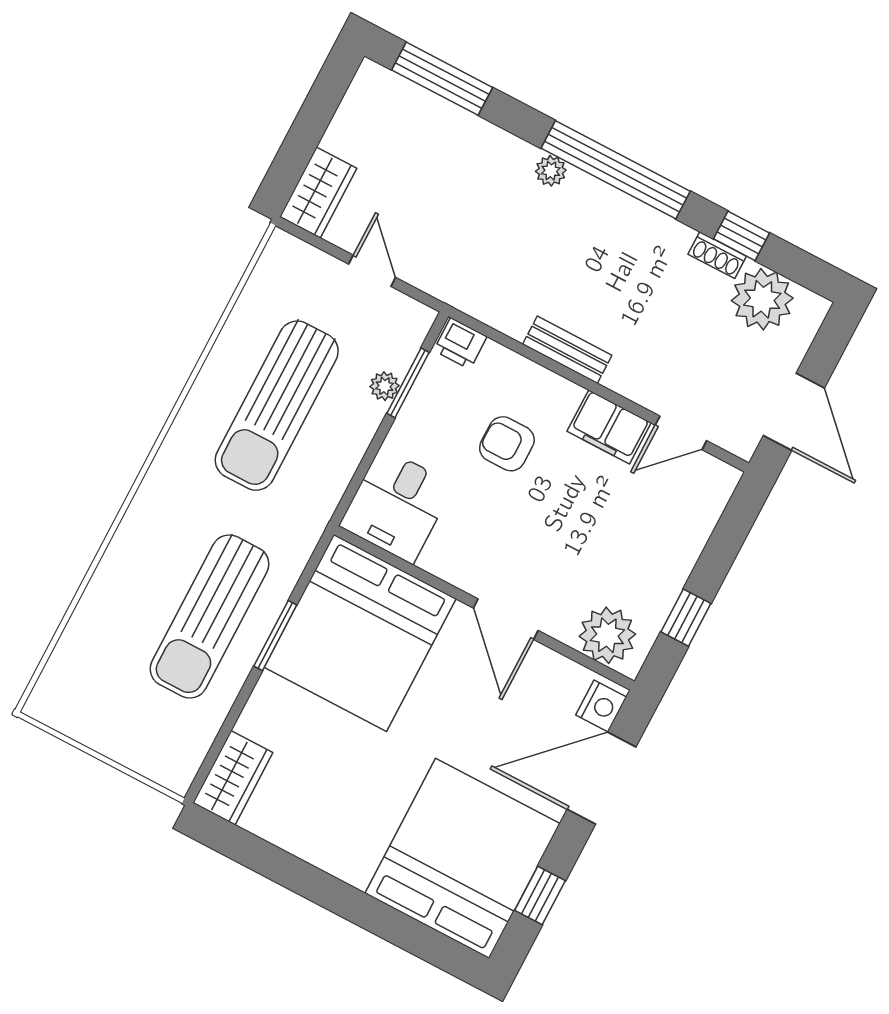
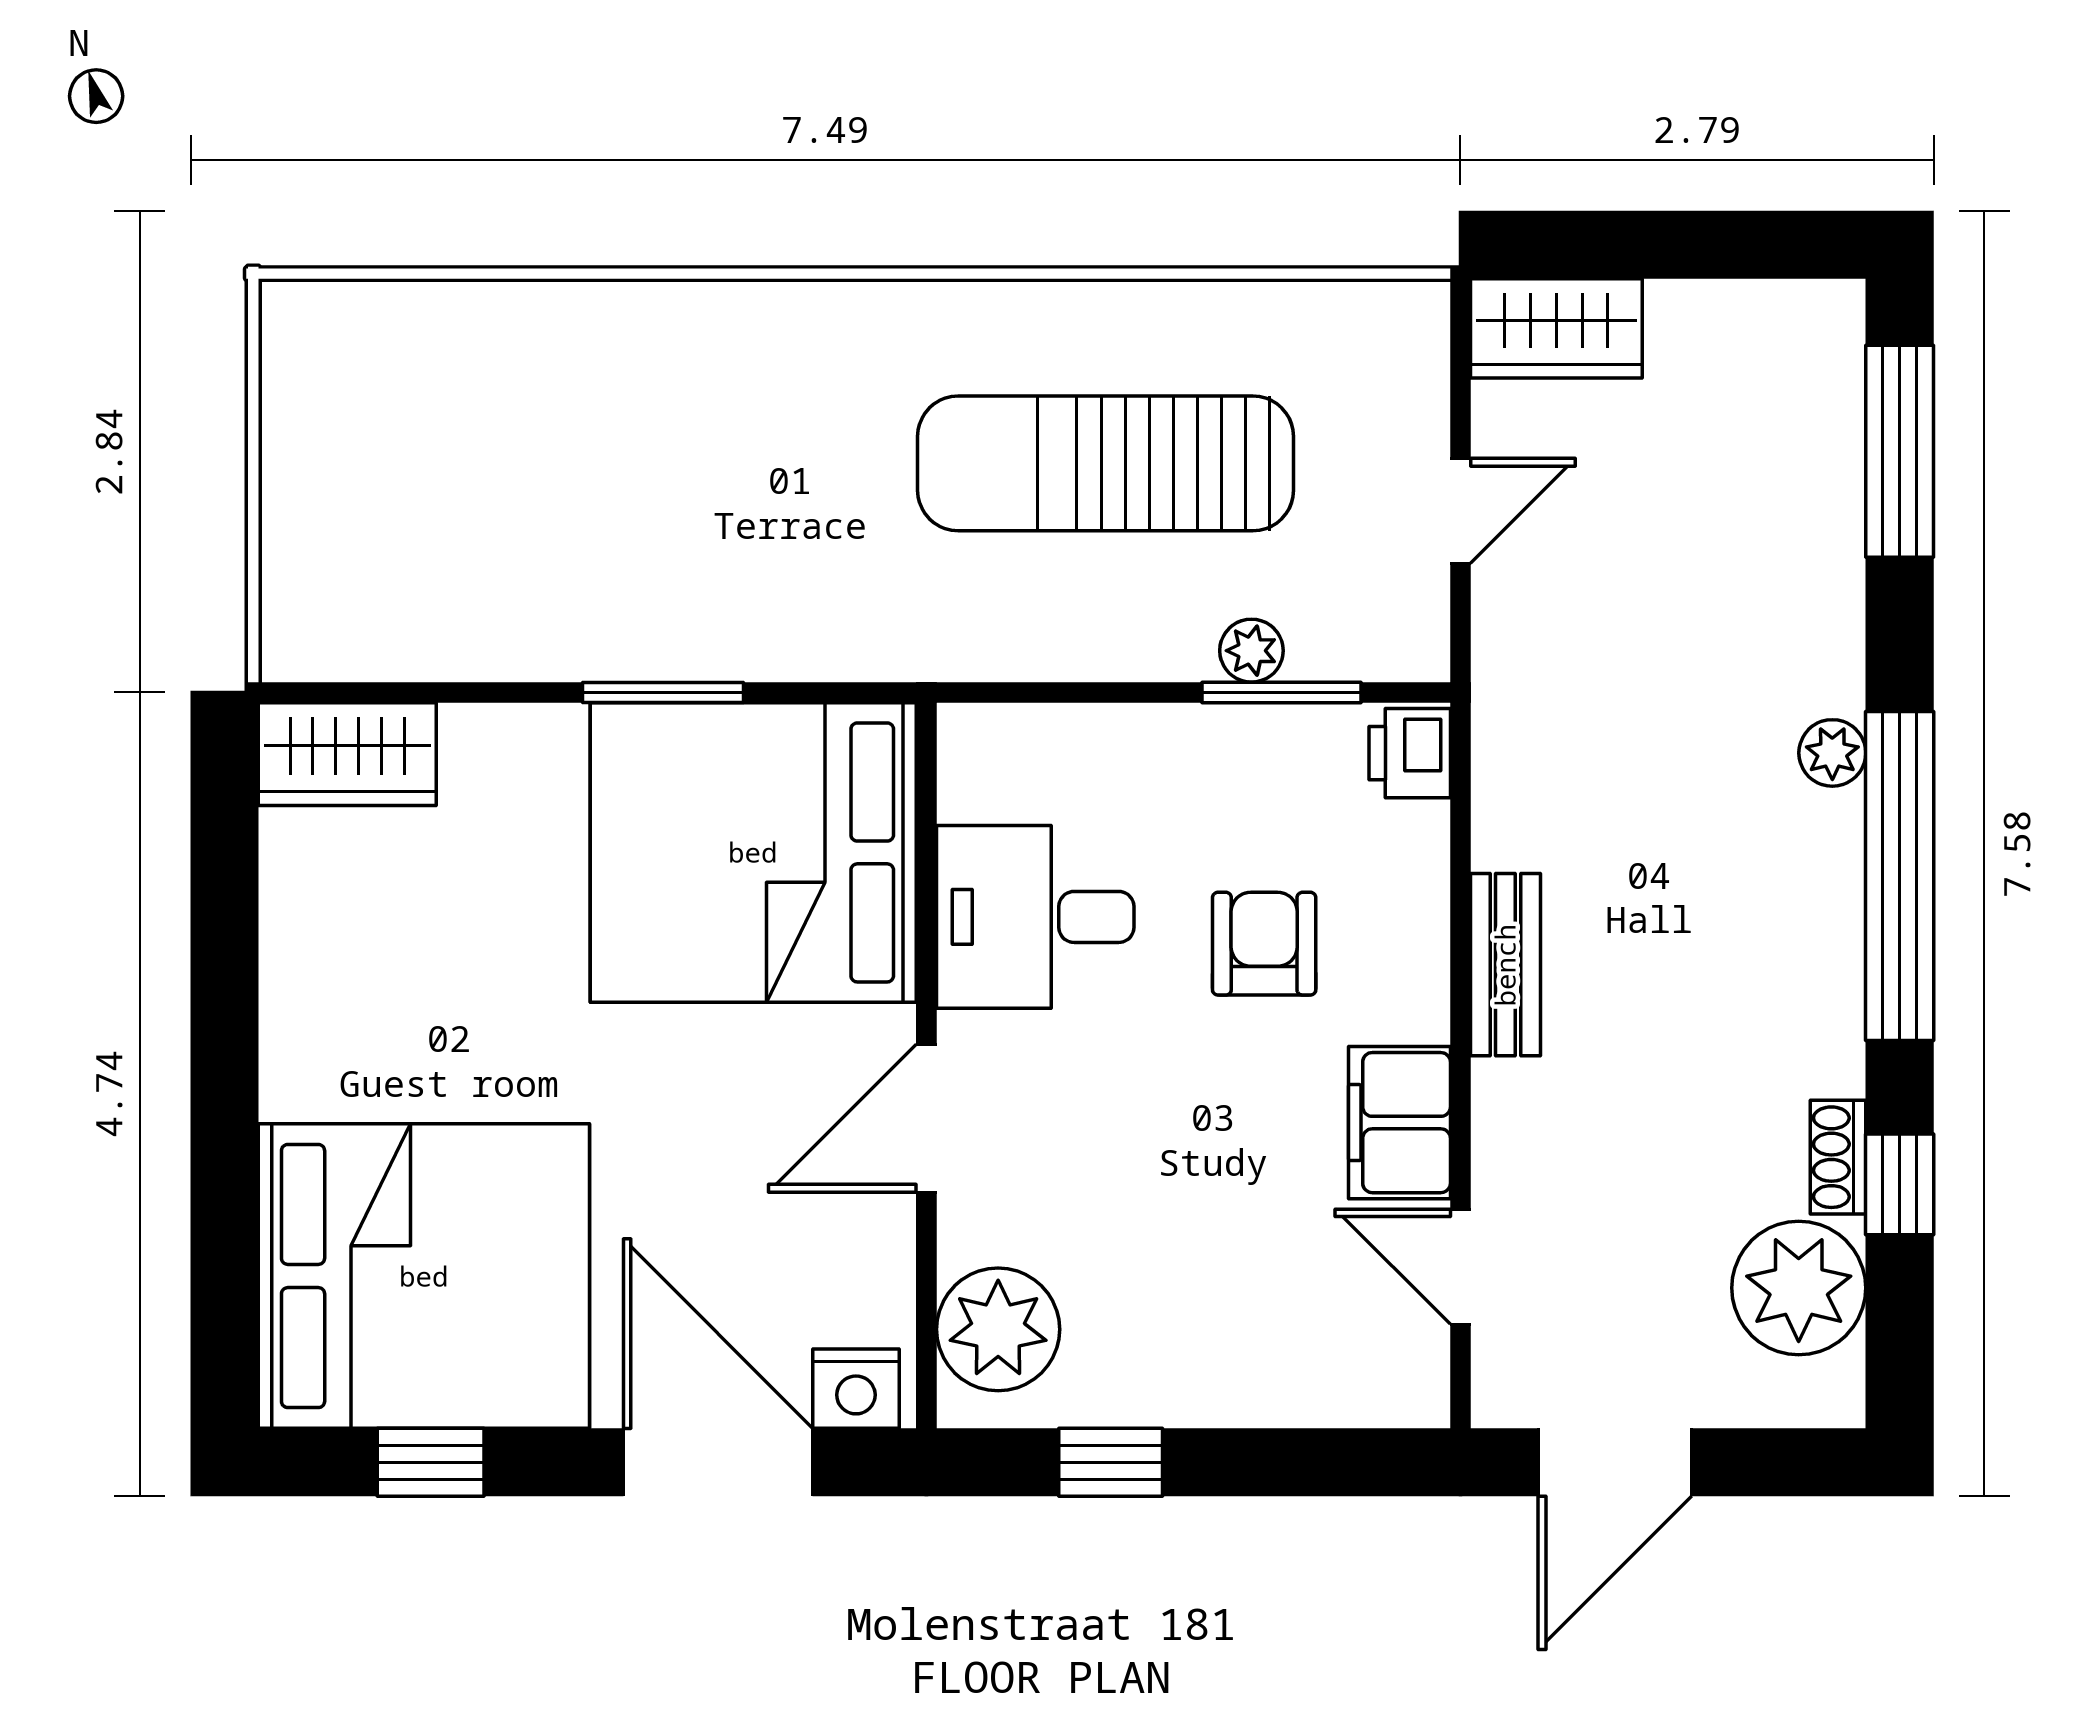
desk: (397, 505) -> (1035, 917), moved
sun lounger: (210, 616) -> (633, 547), removed

